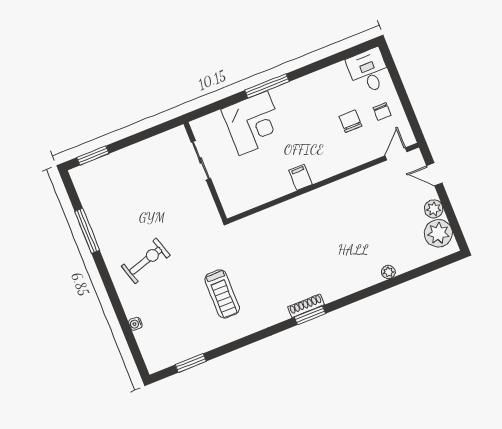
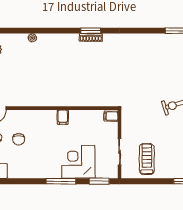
window: (213, 107) -> (99, 181), added
filing cabinet: (233, 206) -> (111, 116), added
treadmill: (222, 294) -> (147, 159), moved

